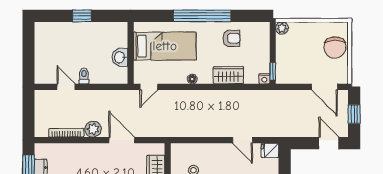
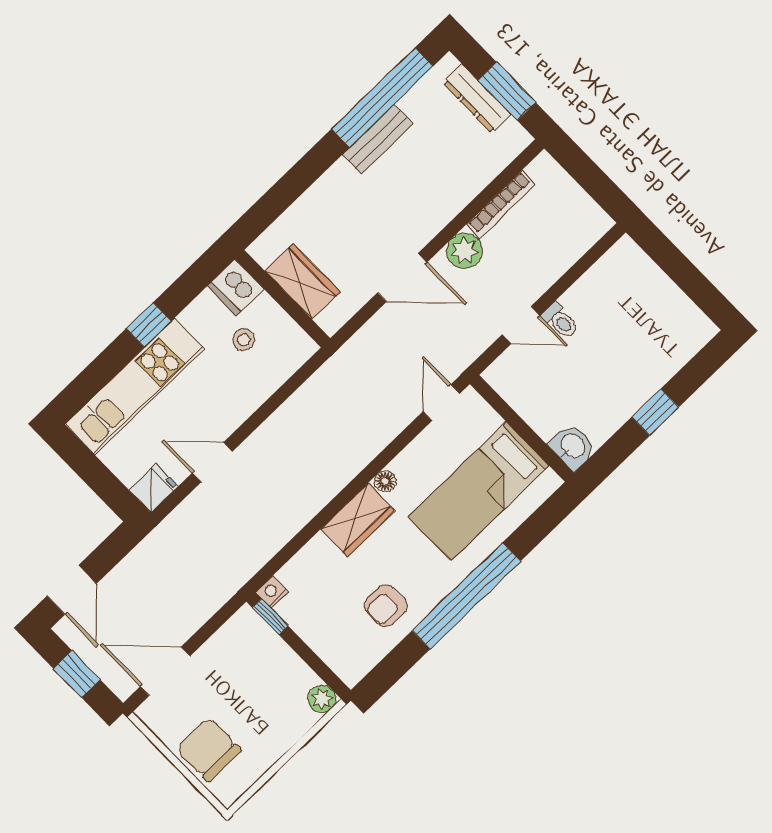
washbasin: (120, 57) -> (572, 446), moved
wardrobe: (228, 75) -> (358, 520), moved
door: (66, 87) -> (521, 325), moved
door: (329, 143) -> (72, 590), hinge flipped

